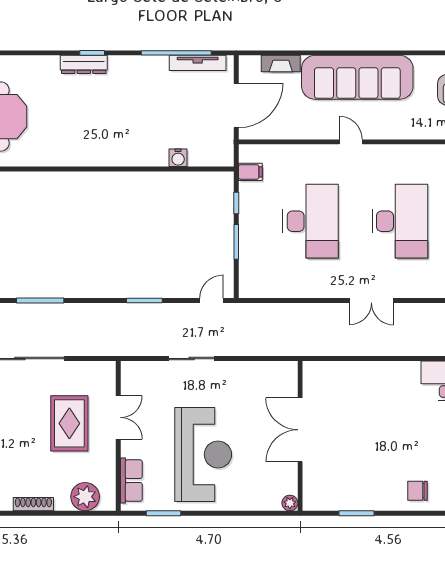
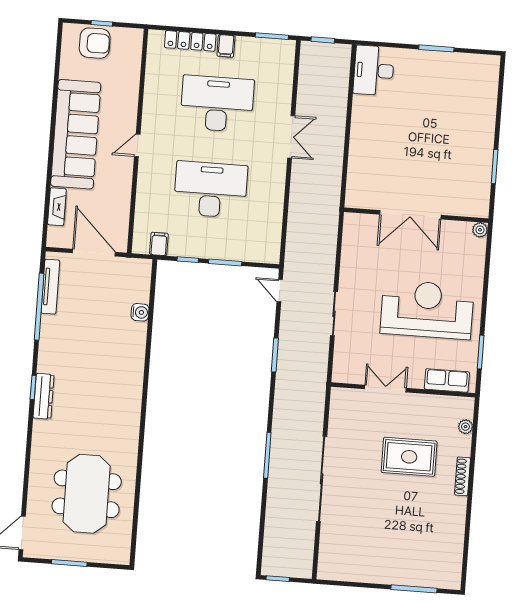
rug: (69, 423) -> (409, 457), moved
chair: (418, 491) -> (477, 106), removed
plant: (85, 497) -> (465, 427), width x0.53, depth x0.53

